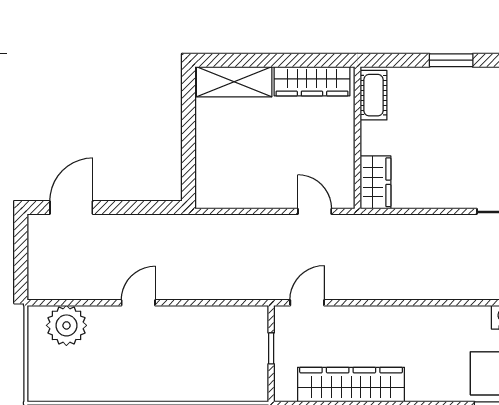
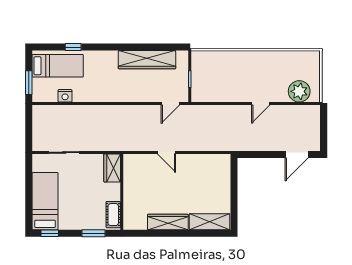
cot: (373, 95) -> (113, 215), moved
wall: (357, 138) -> (122, 192), moved
wardrobe: (375, 182) -> (112, 168), moved

